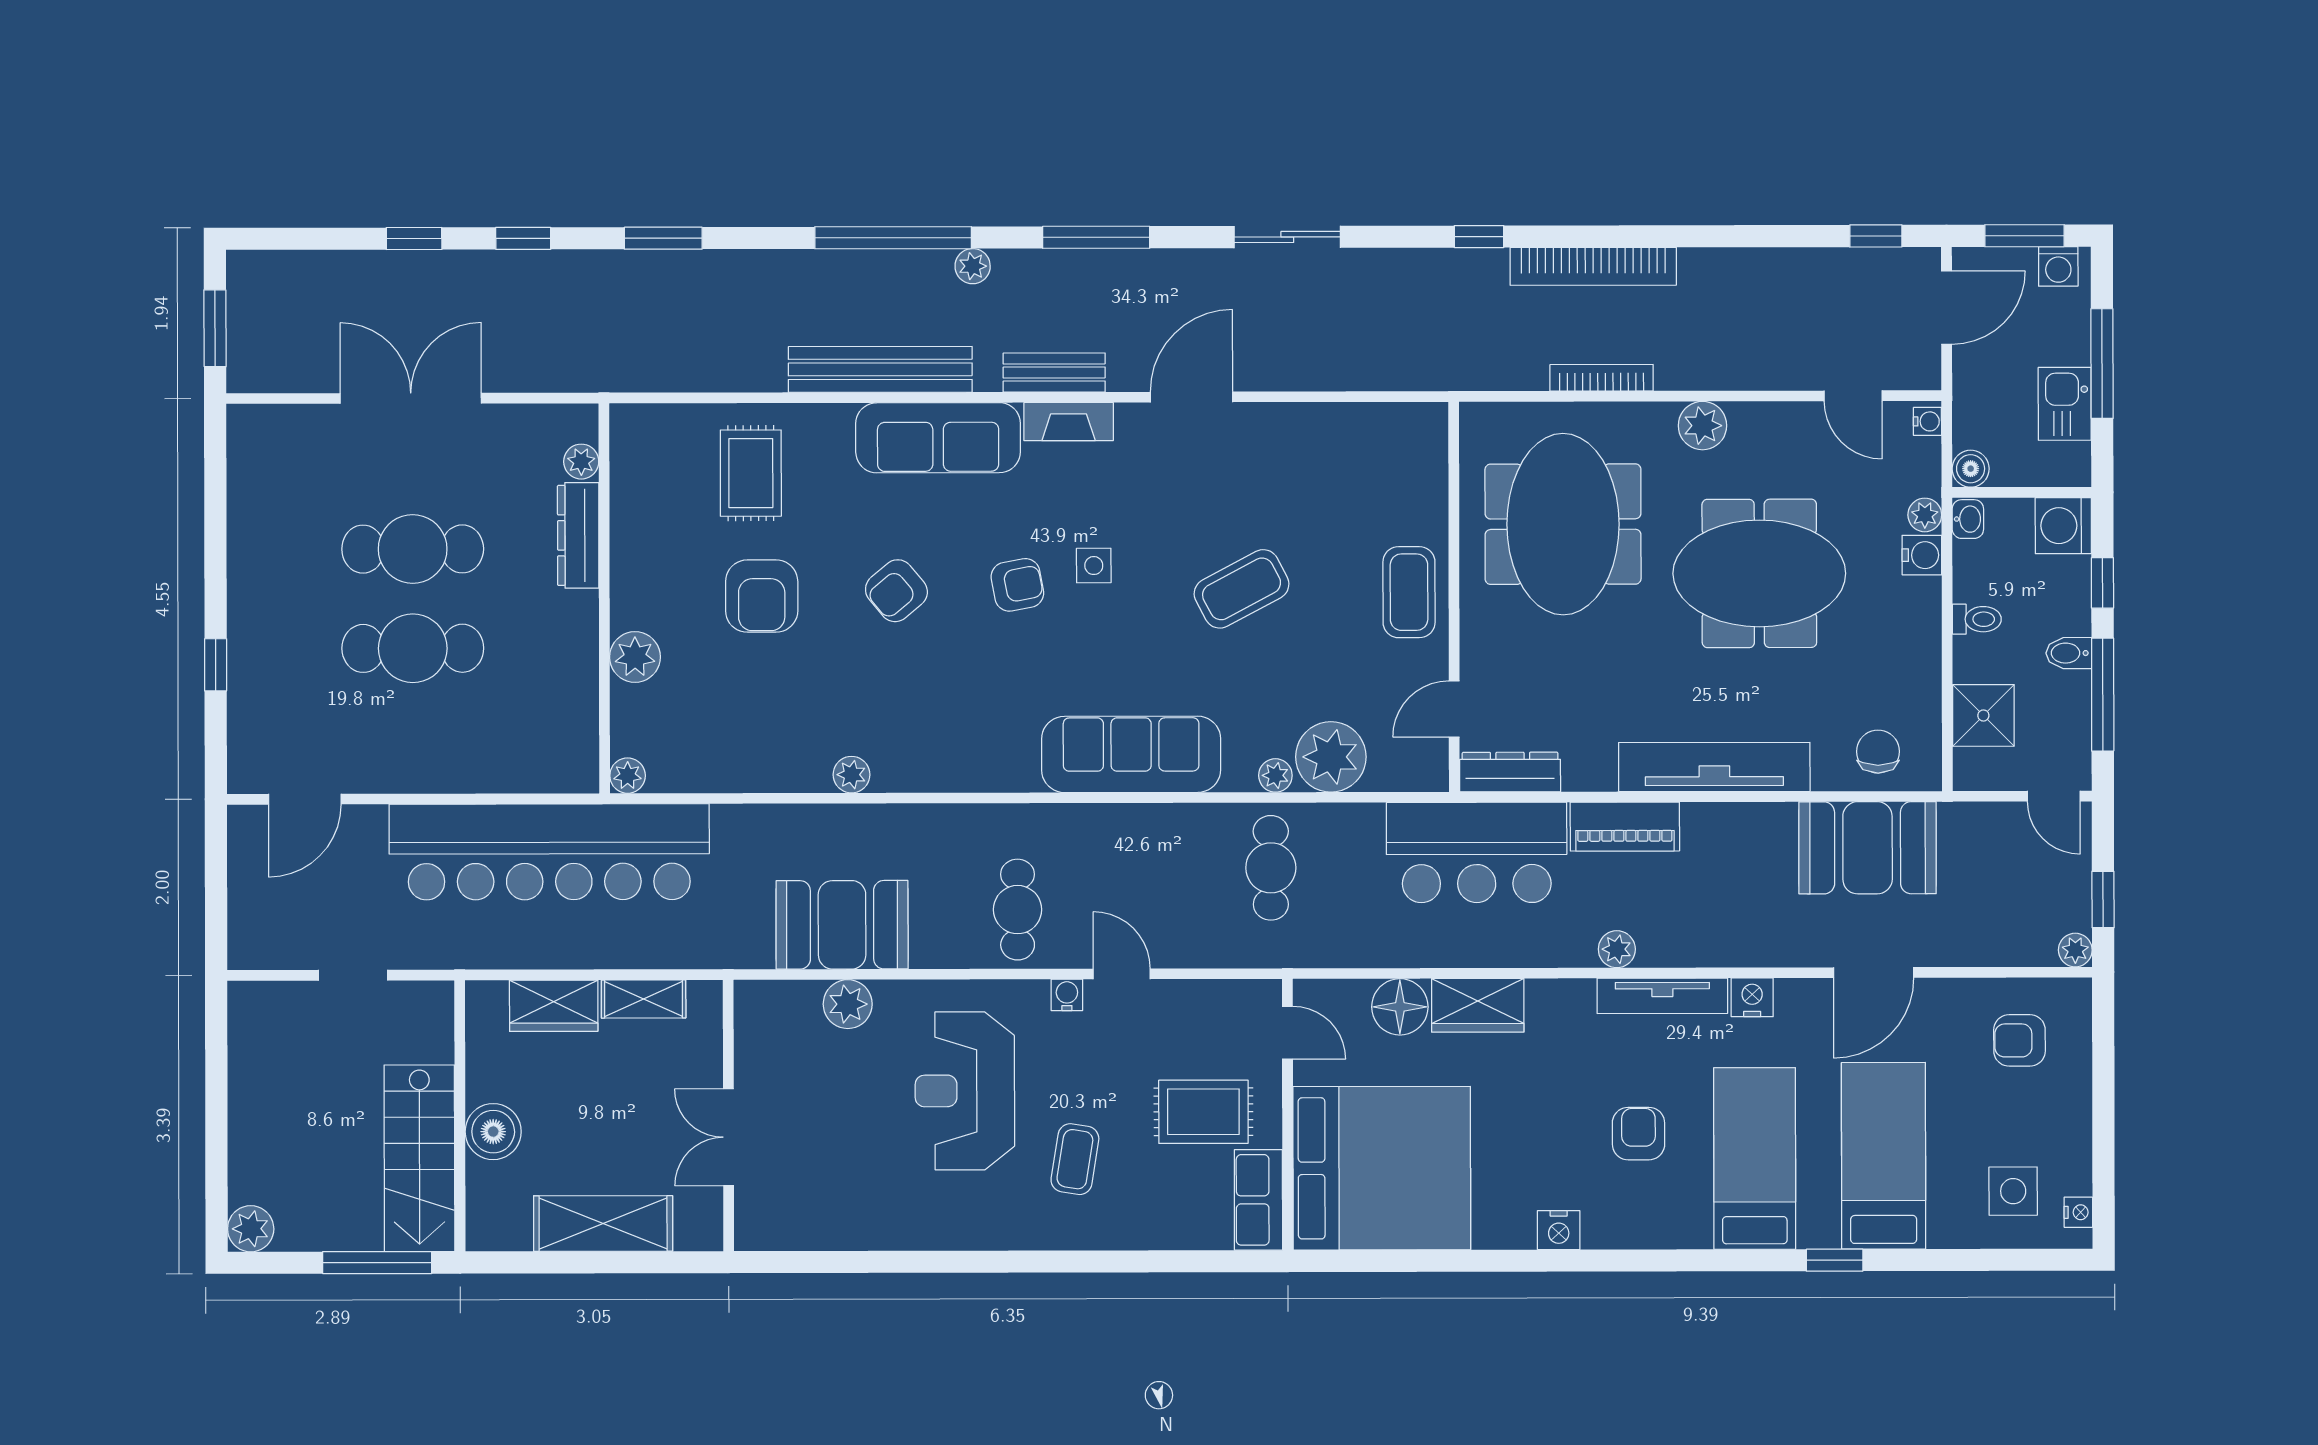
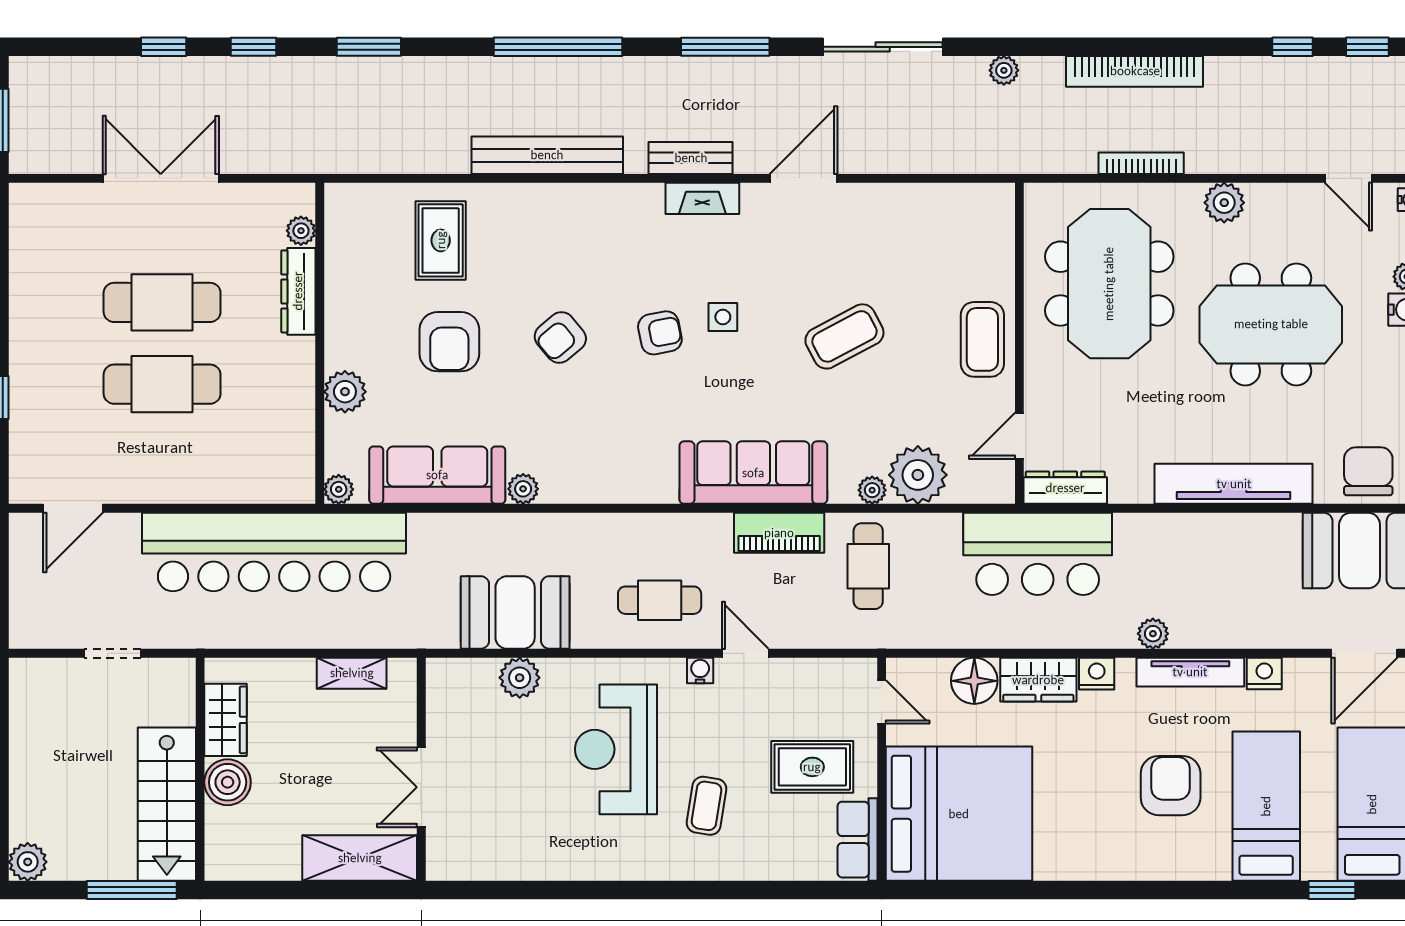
sliding door: (1287, 237) -> (883, 47), width x1.37
window: (1479, 237) -> (1292, 47), moved
plant: (973, 266) -> (1004, 70), moved
sofa: (938, 438) -> (437, 475), moved, turned 180
chair: (1878, 752) -> (1368, 471), width x1.37, depth x1.37
piano: (1625, 827) -> (779, 533), moved
cafe table: (1018, 910) -> (660, 600), turned 90
wardrobe: (554, 1006) -> (226, 720), moved, turned -90
armchair: (1638, 1134) -> (1171, 786), width x1.38, depth x1.38
shelving: (603, 1223) -> (360, 858), moved
nightstand: (1559, 1230) -> (1097, 674), moved, turned 180

